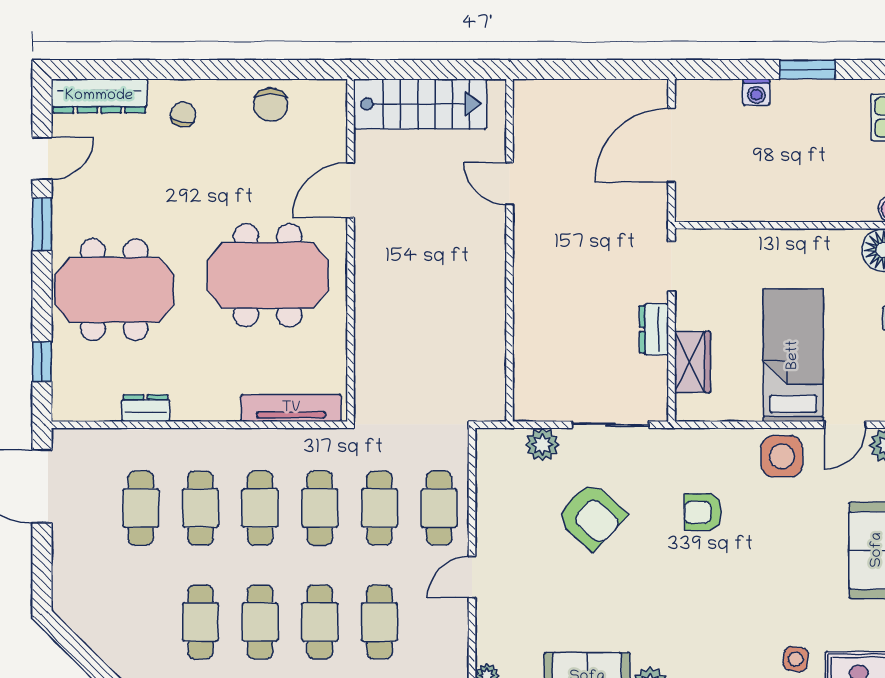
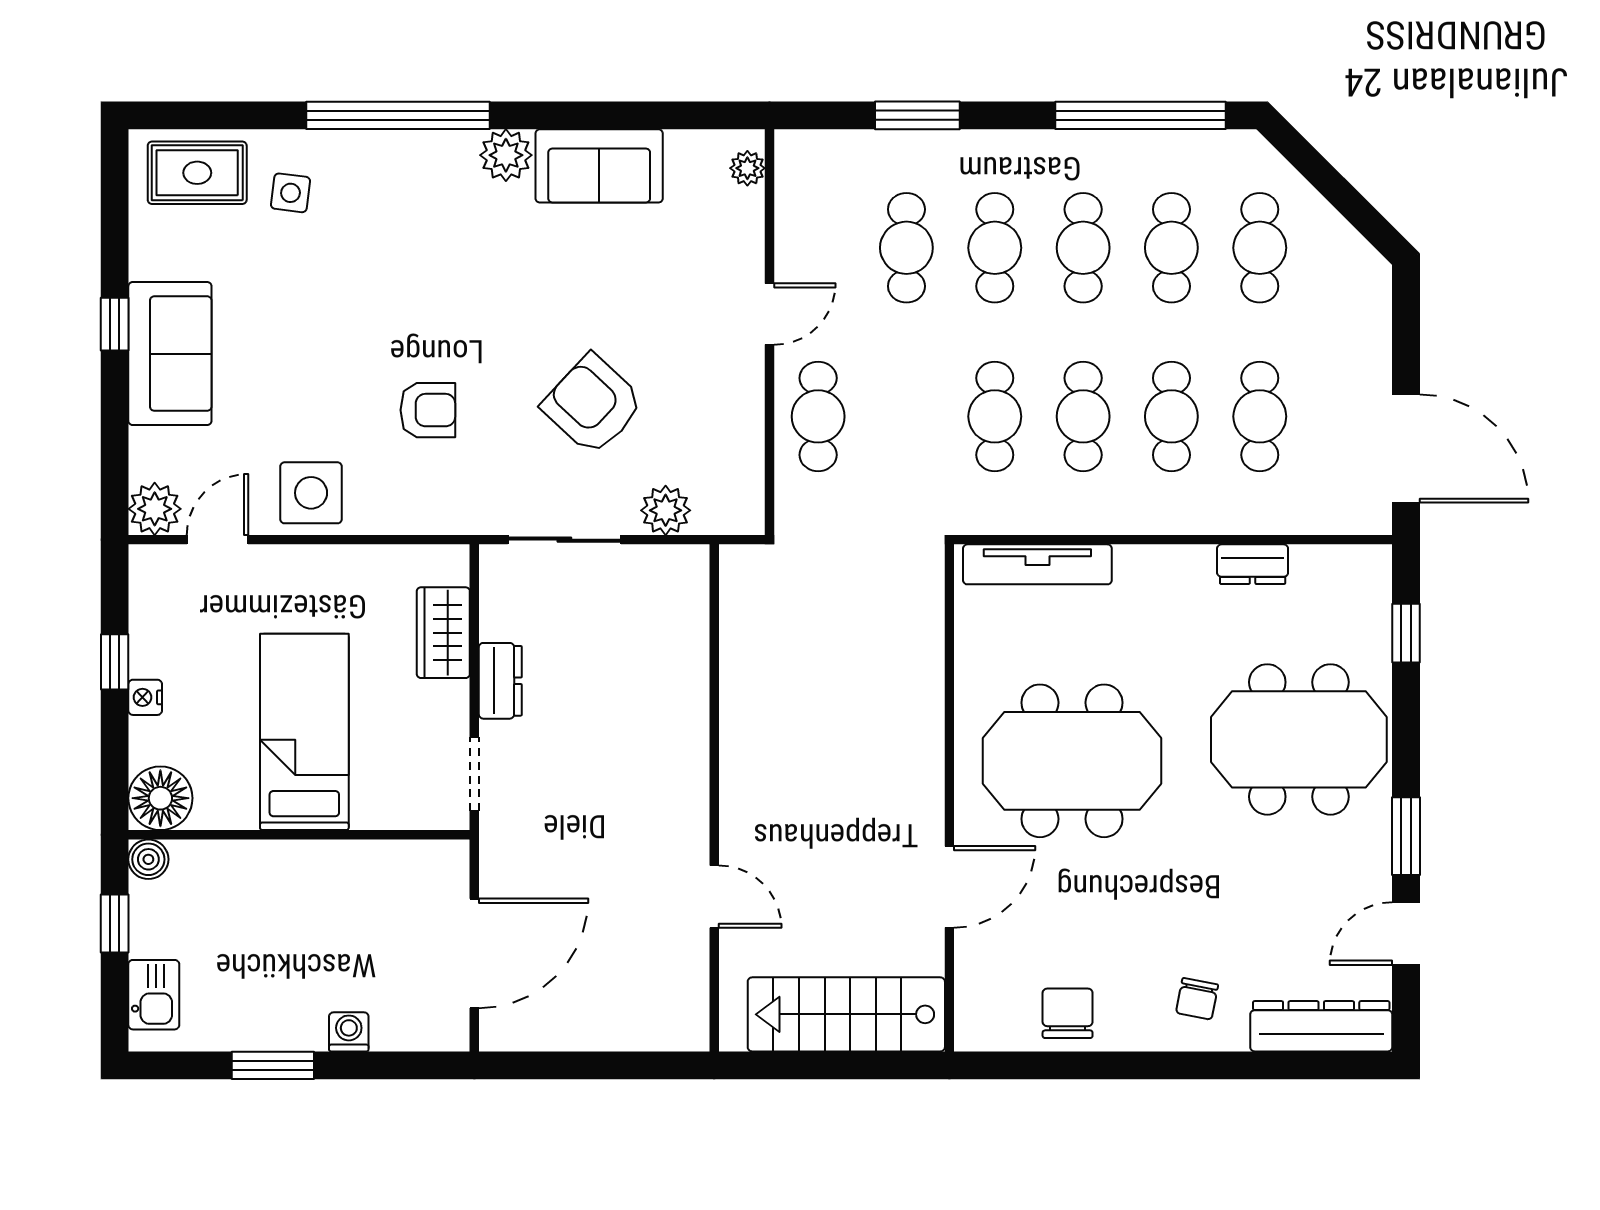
bed: (793, 355) -> (304, 732), moved, turned 180
cafe table: (379, 508) -> (1260, 248), moved

